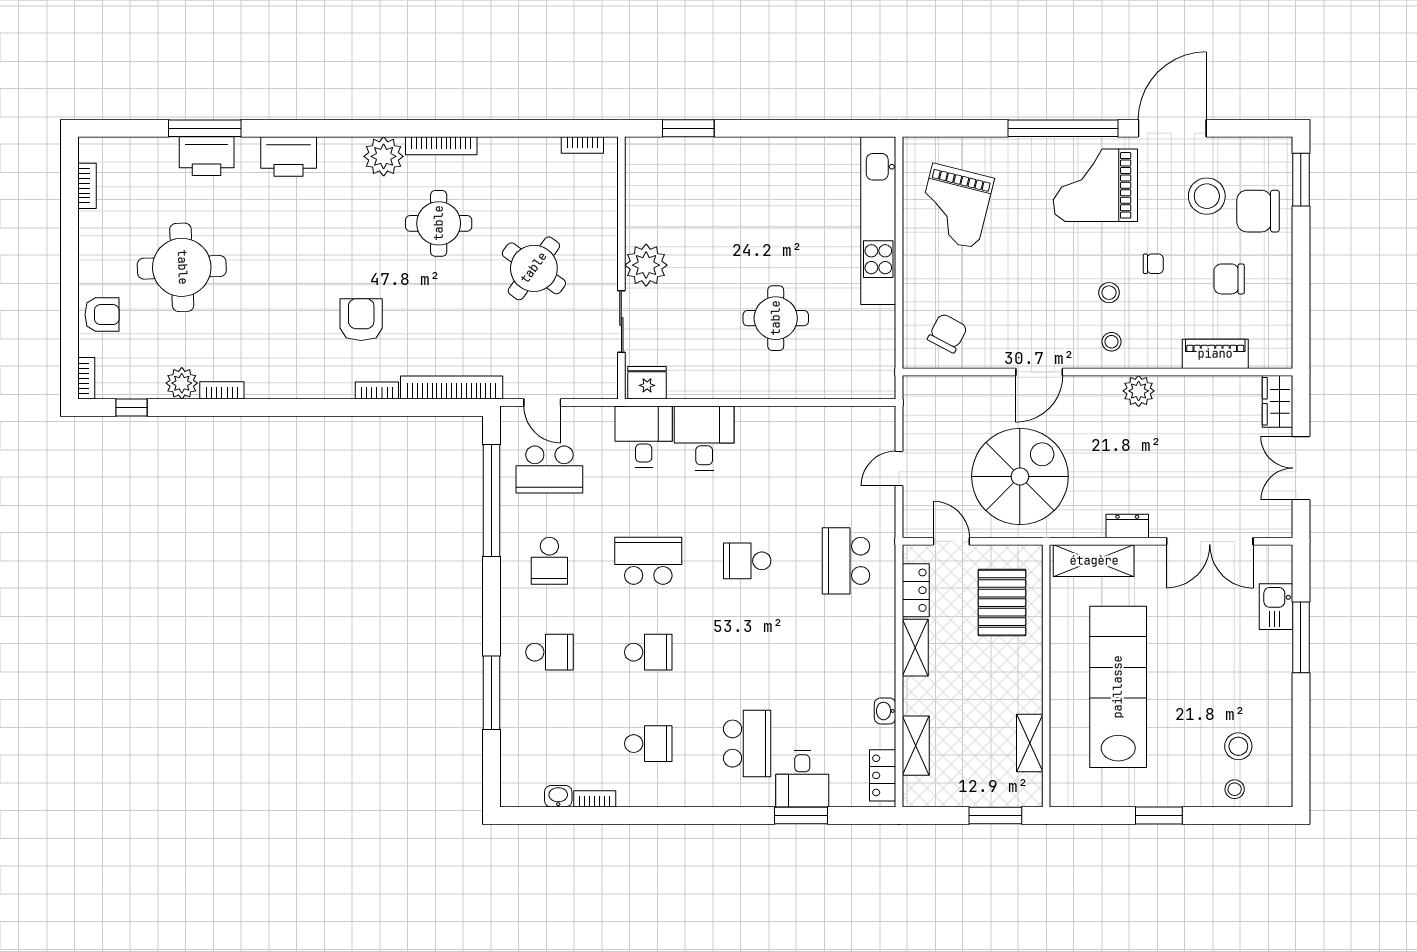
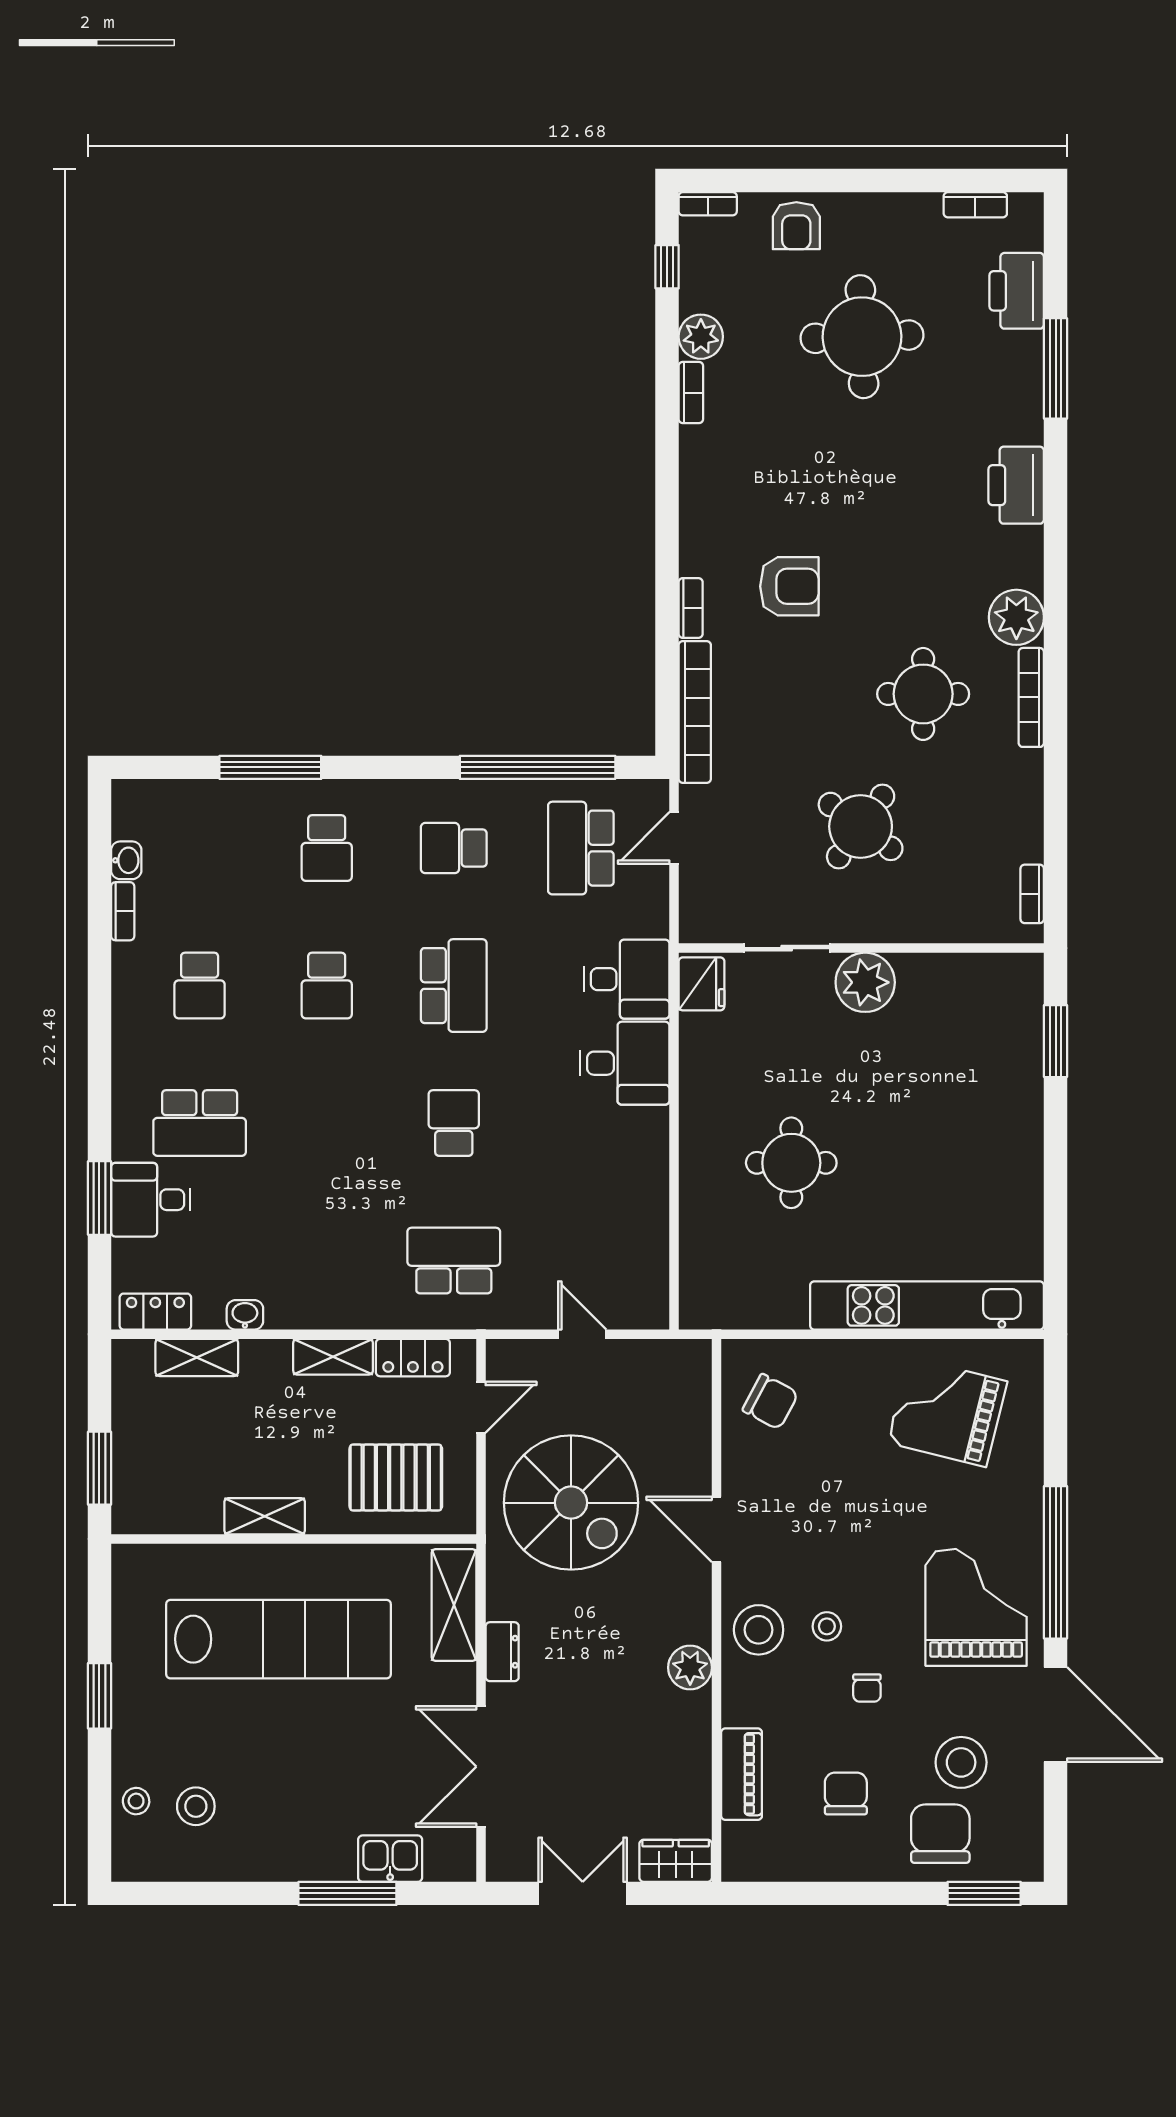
printer: (207, 156) -> (1017, 291), moved
stool: (1111, 342) -> (759, 1630), width x1.89, depth x1.89
shelving: (1030, 743) -> (265, 1516), moved

